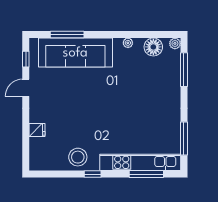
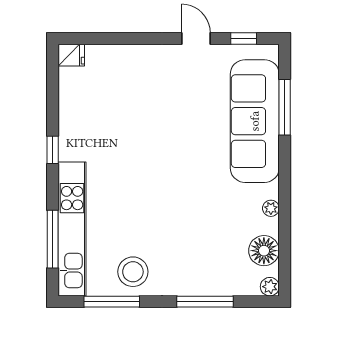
window: (184, 70) -> (205, 302), moved
fridge: (37, 130) -> (71, 55), moved, turned -90
stool: (78, 157) -> (133, 272), moved

